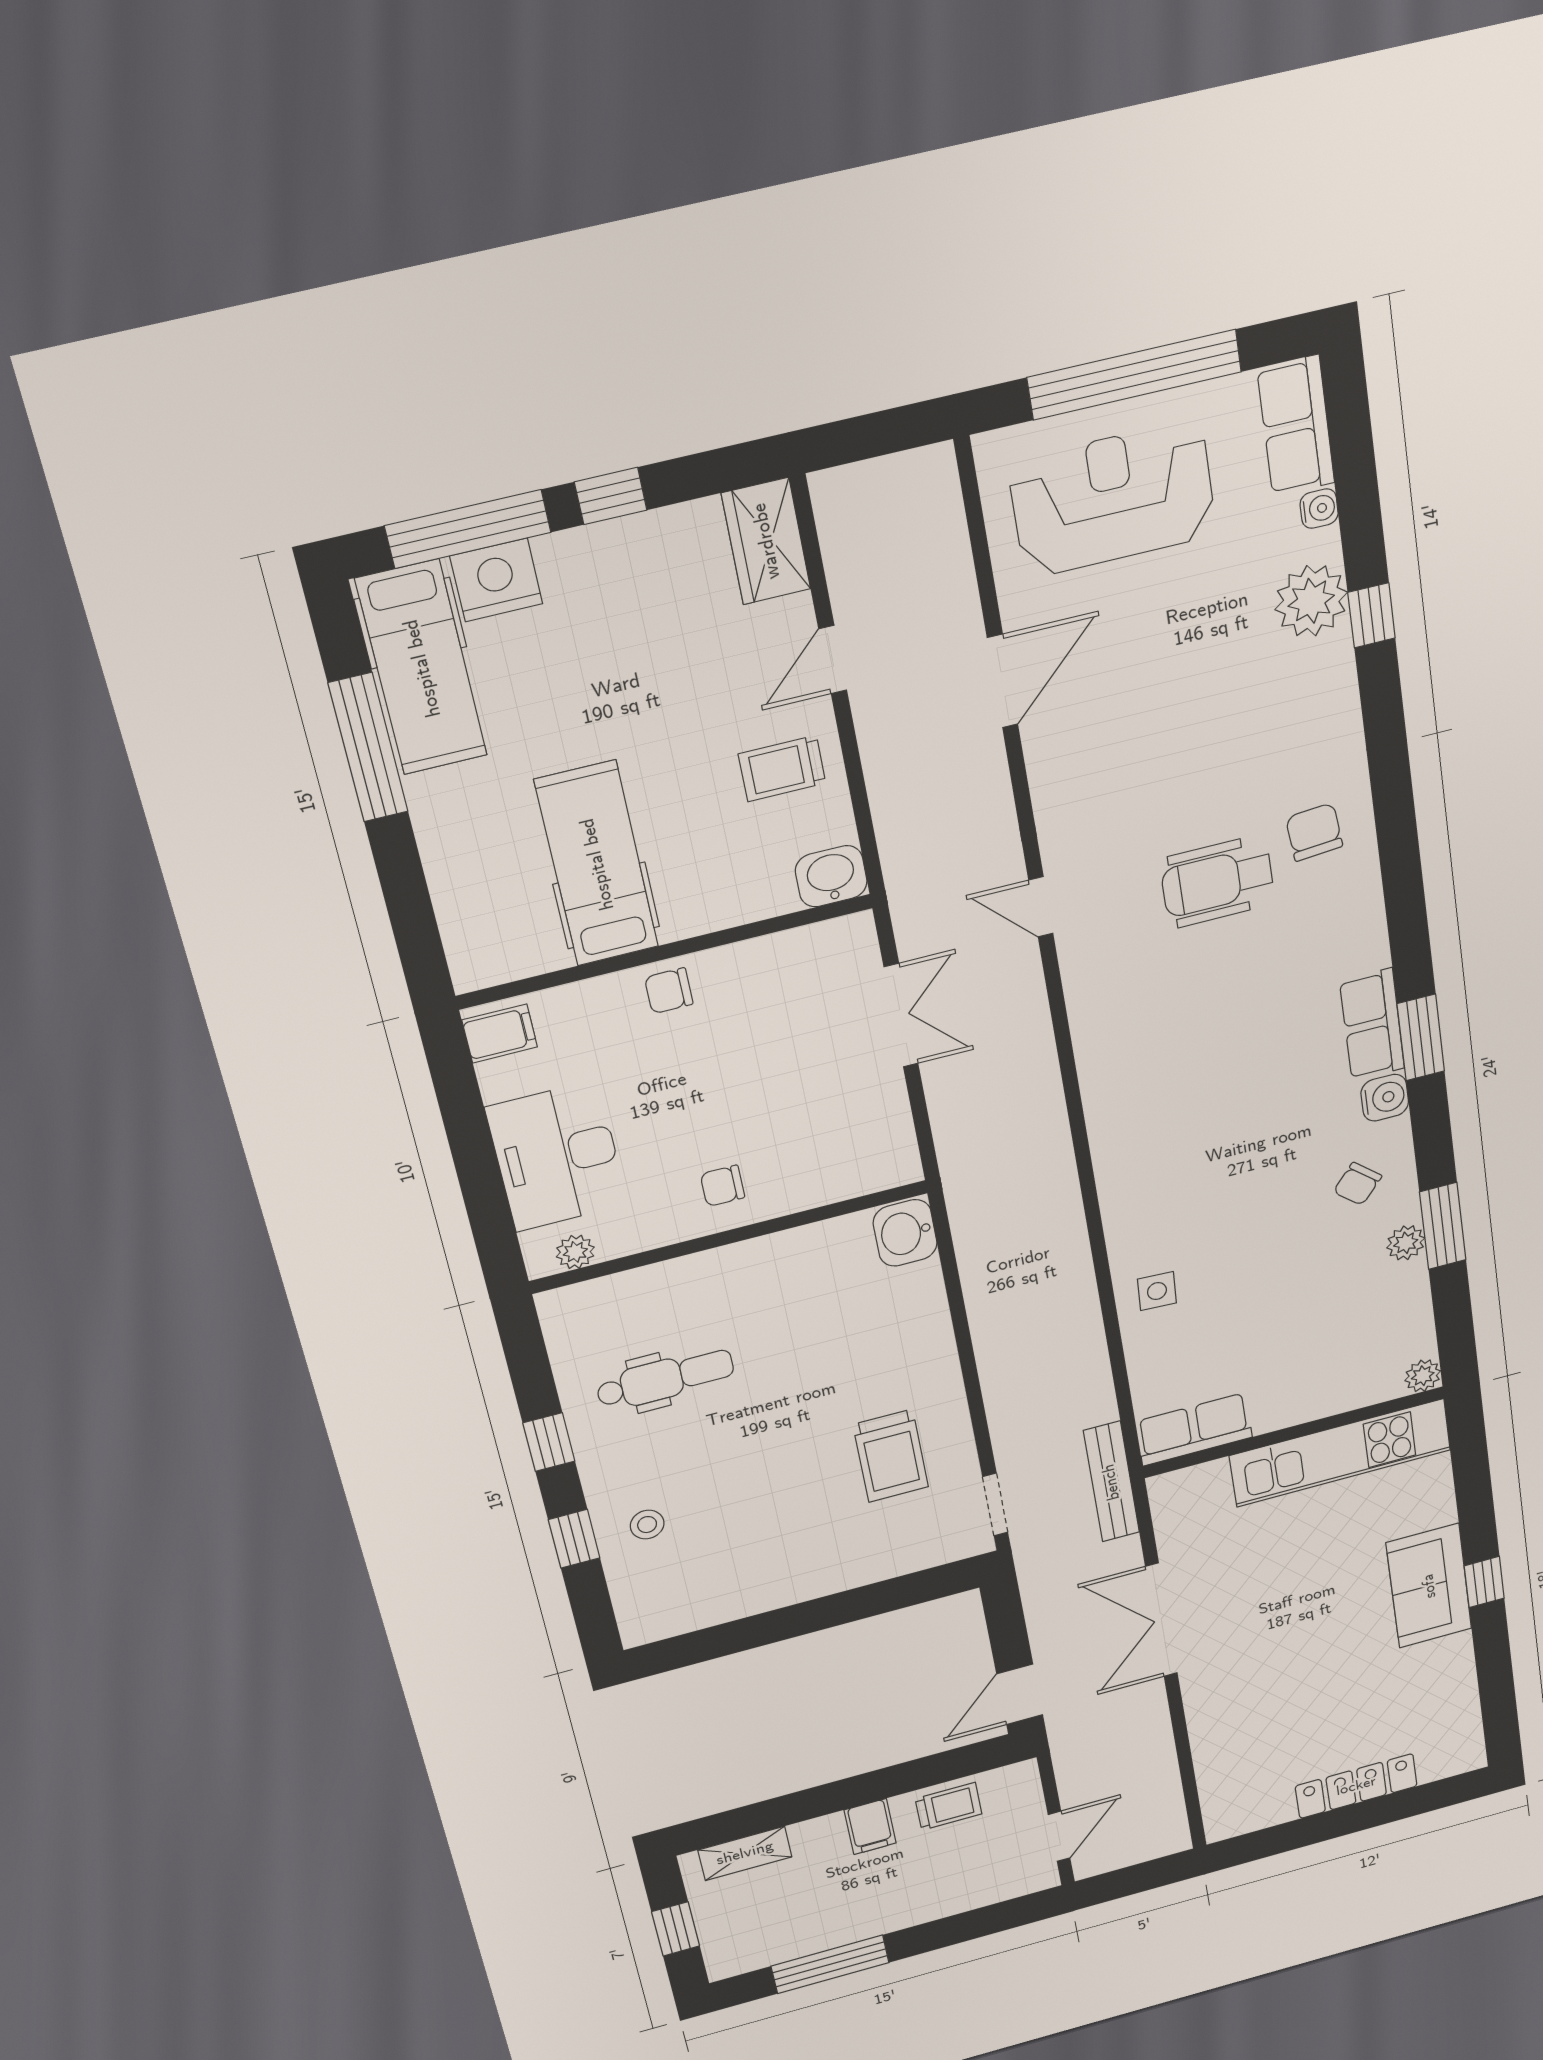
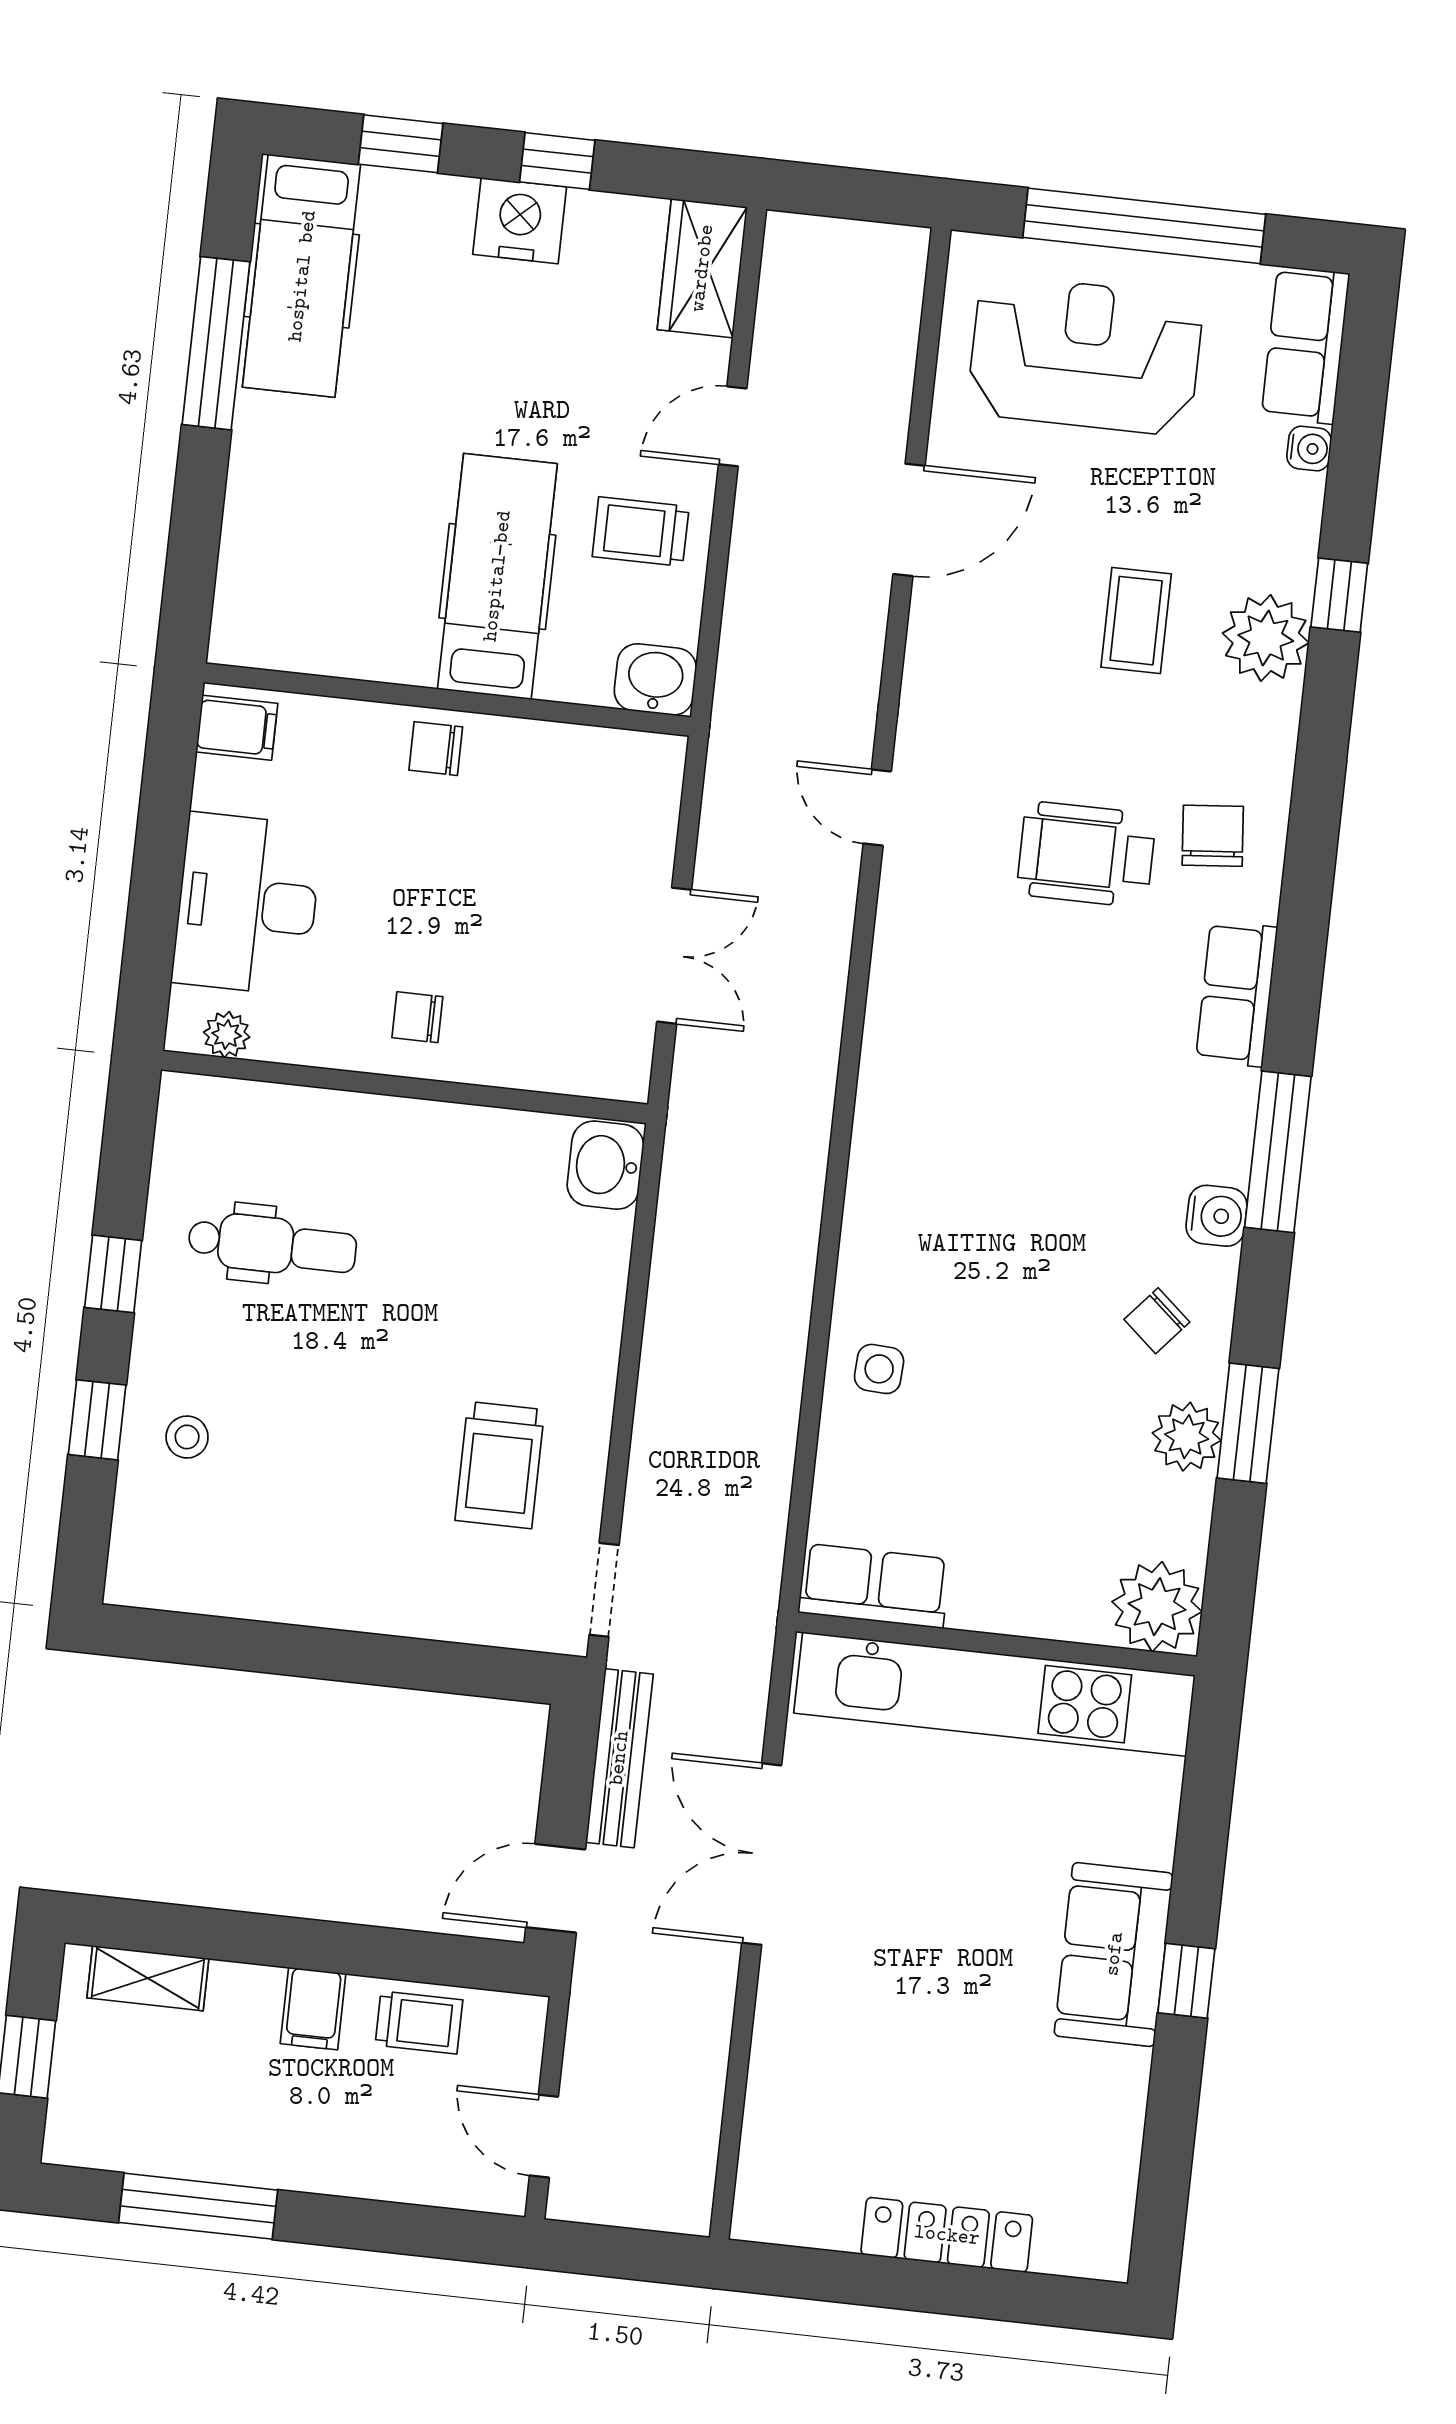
window: (468, 529) -> (401, 144), width x0.46
nightstand: (496, 580) -> (520, 221), moved
plant: (1311, 601) -> (1266, 638), moved
coffee table: (1211, 693) -> (1136, 621), added
hospital bed: (597, 864) -> (497, 576), moved
double door: (901, 1015) -> (674, 956), moved
row of seats: (1372, 1025) -> (1237, 994), moved
window: (1421, 1037) -> (1278, 1152), width x1.44
plant: (1406, 1243) -> (1187, 1437), width x1.38, depth x1.38
plant: (1423, 1376) -> (1157, 1607), width x1.87, depth x1.87
kitchen unit: (1340, 1453) -> (994, 1694), width x1.36
bench: (1111, 1482) -> (619, 1758), moved
door: (1059, 1836) -> (544, 2136), swing flipped

